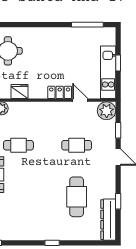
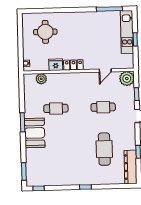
kitchen unit: (108, 72) -> (127, 32), moved
locker: (60, 92) -> (73, 65), moved
door: (80, 100) -> (105, 70), swing flipped

